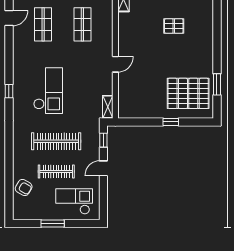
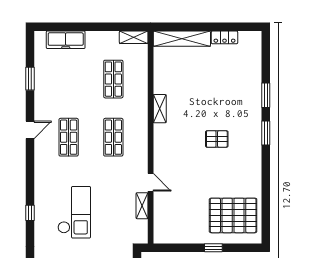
door: (115, 64) -> (151, 182), hinge flipped
window: (217, 84) -> (266, 133), moved
shelving: (108, 107) -> (142, 206), moved

